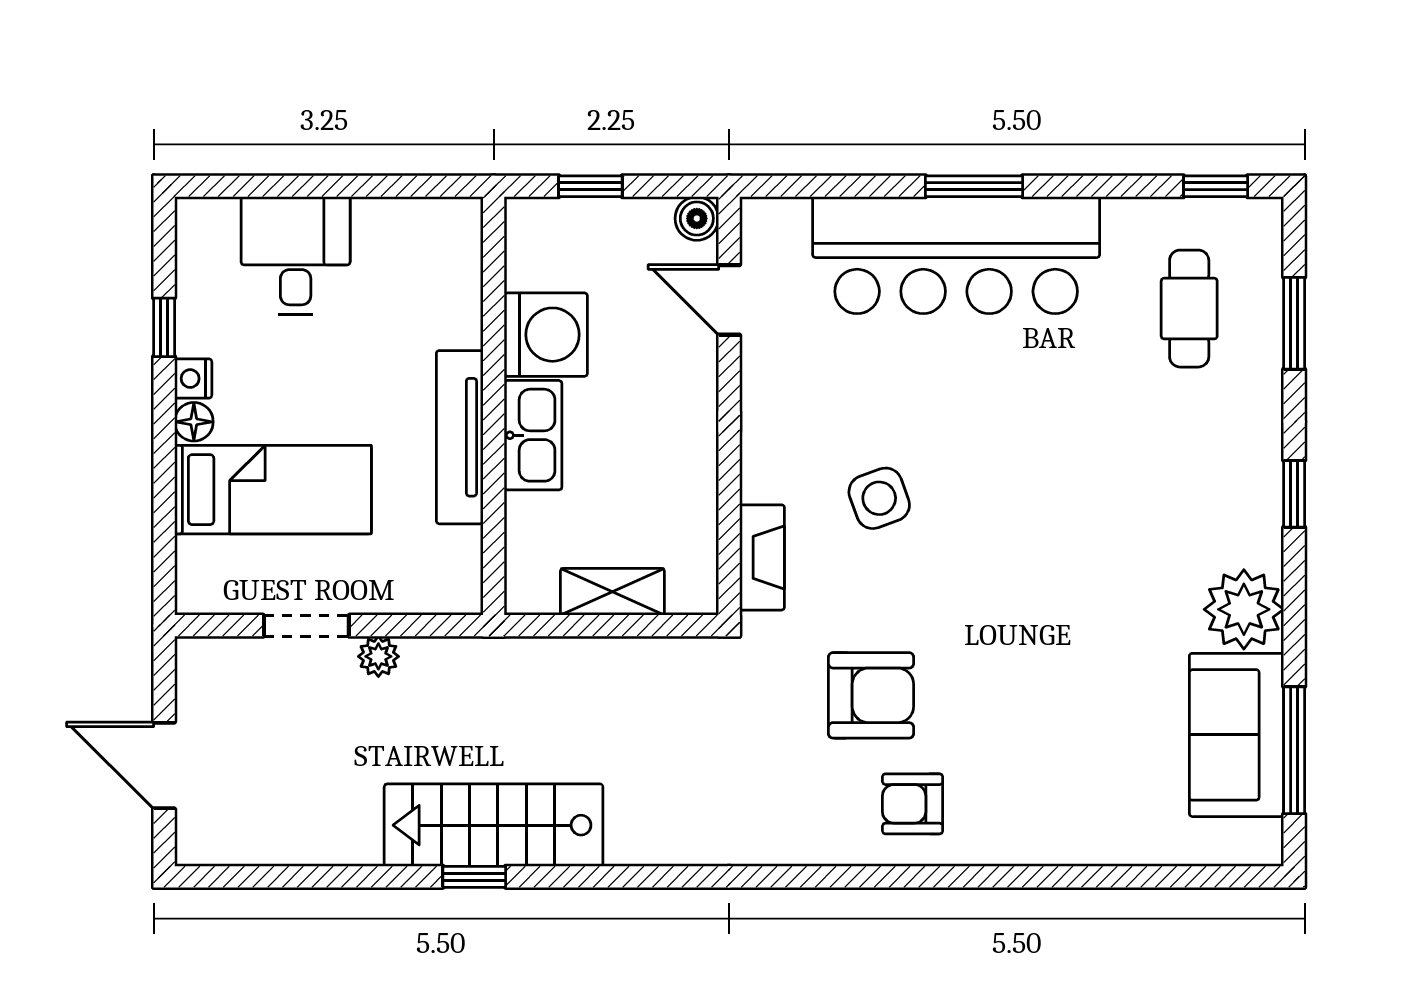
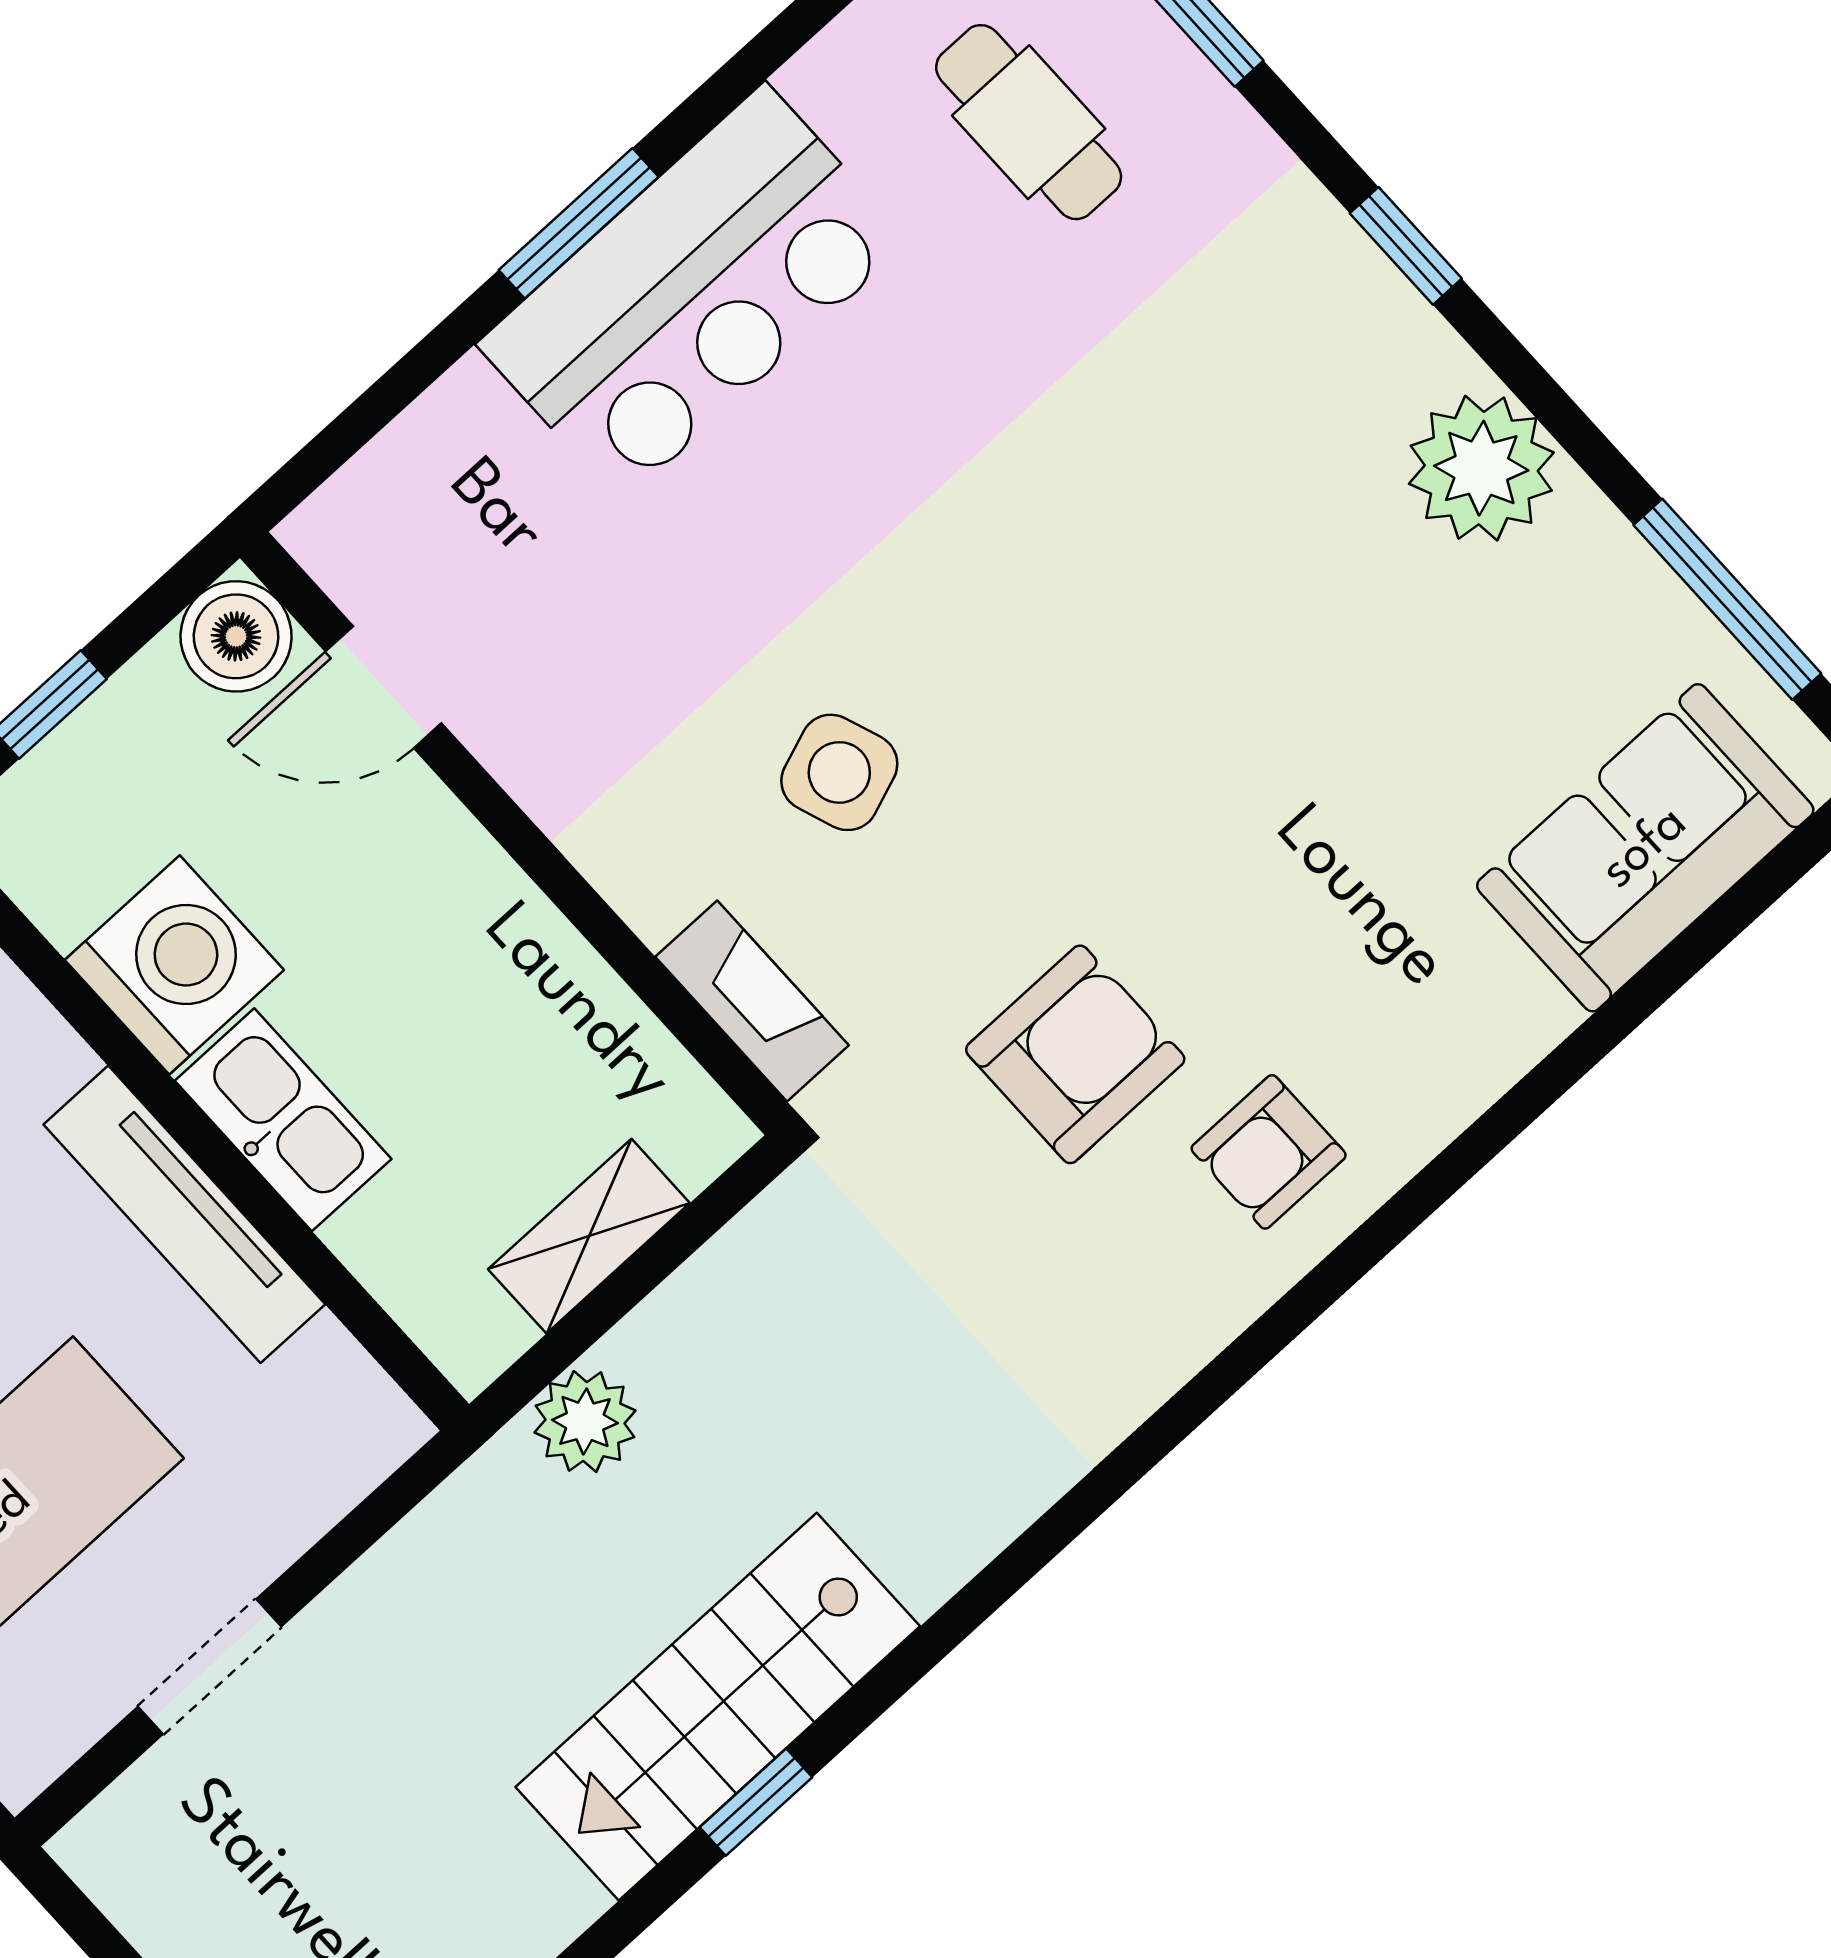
boiler: (697, 218) -> (236, 636), width x1.36, depth x1.36
bar counter: (956, 255) -> (693, 293), width x0.73
plant: (378, 656) -> (585, 1421), moved, width x1.38, depth x1.38
sofa: (1236, 735) -> (1645, 848), moved, turned 90

